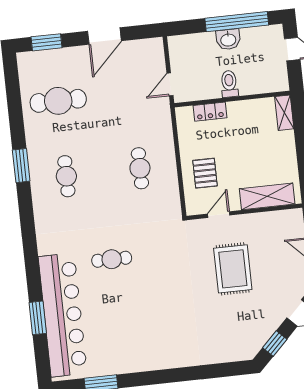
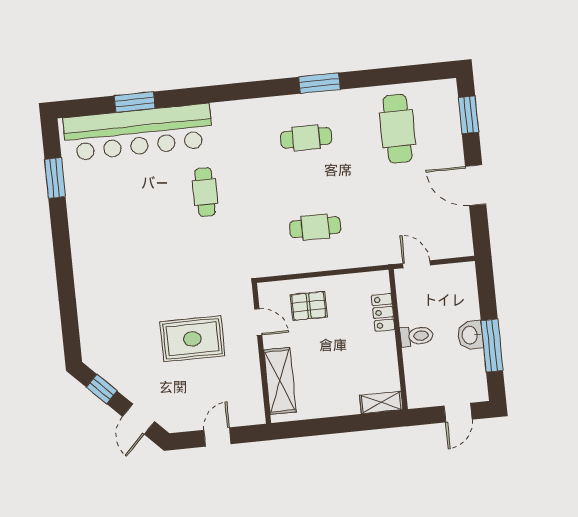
window: (237, 22) -> (492, 346), width x0.68

